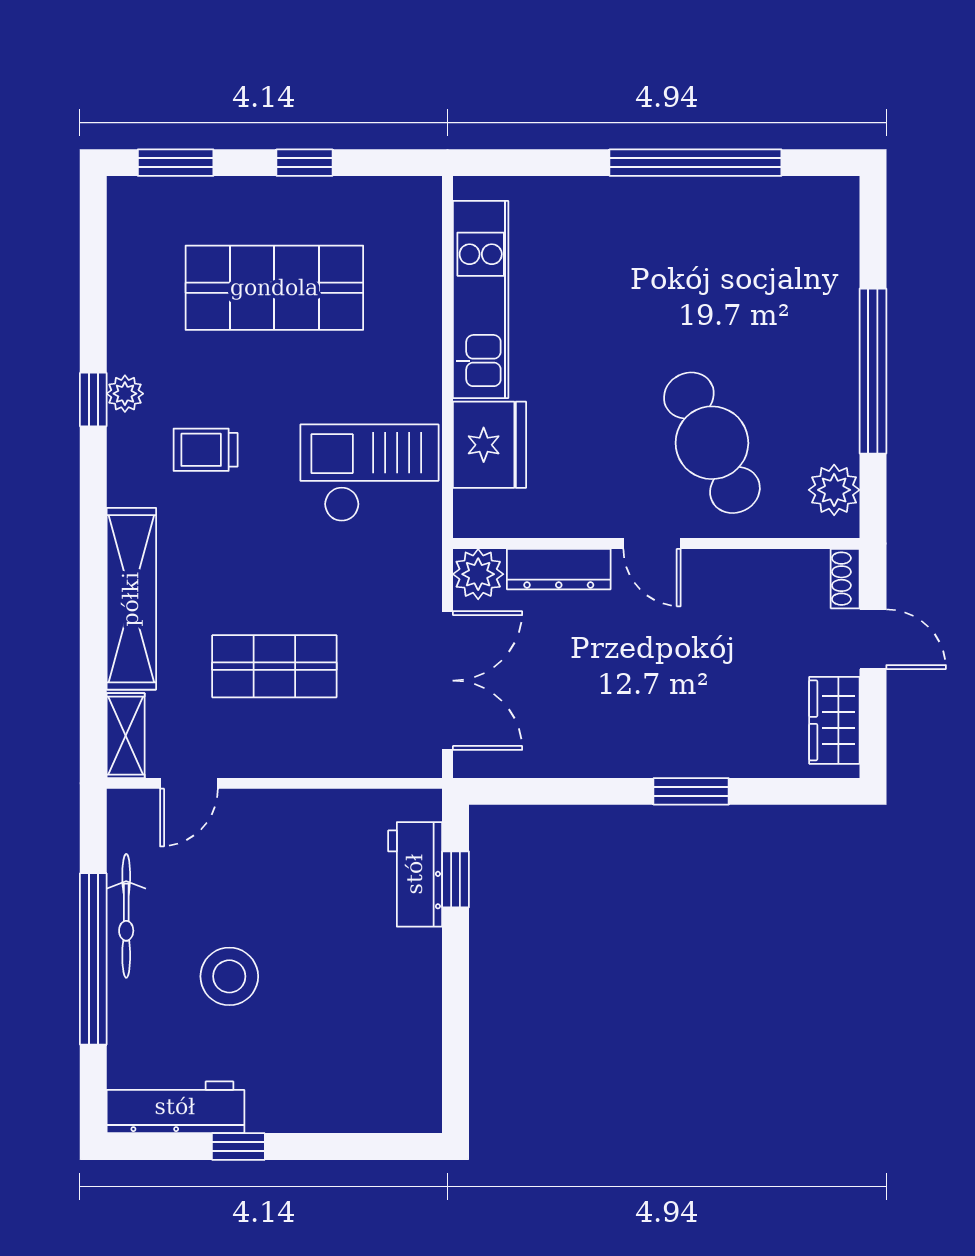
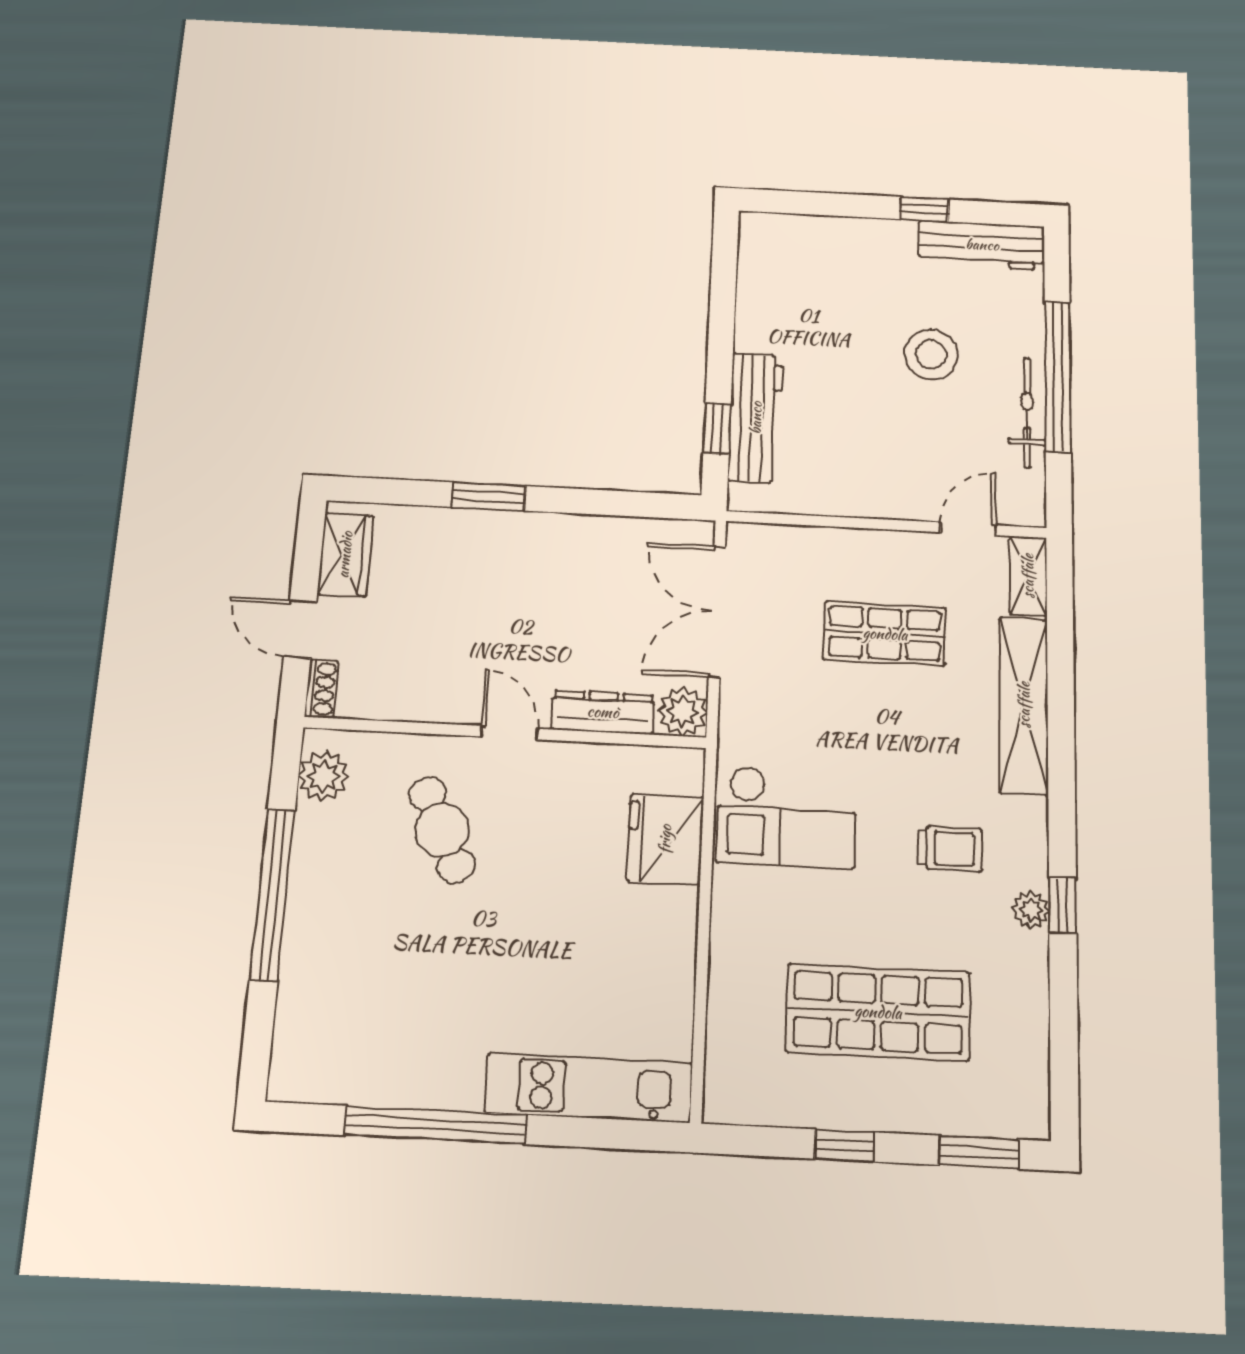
kitchen unit: (481, 300) -> (589, 1088), moved, turned 90
cafe table: (712, 443) -> (442, 830), width x0.73, depth x0.74
workbench: (415, 874) -> (756, 418), width x1.38

